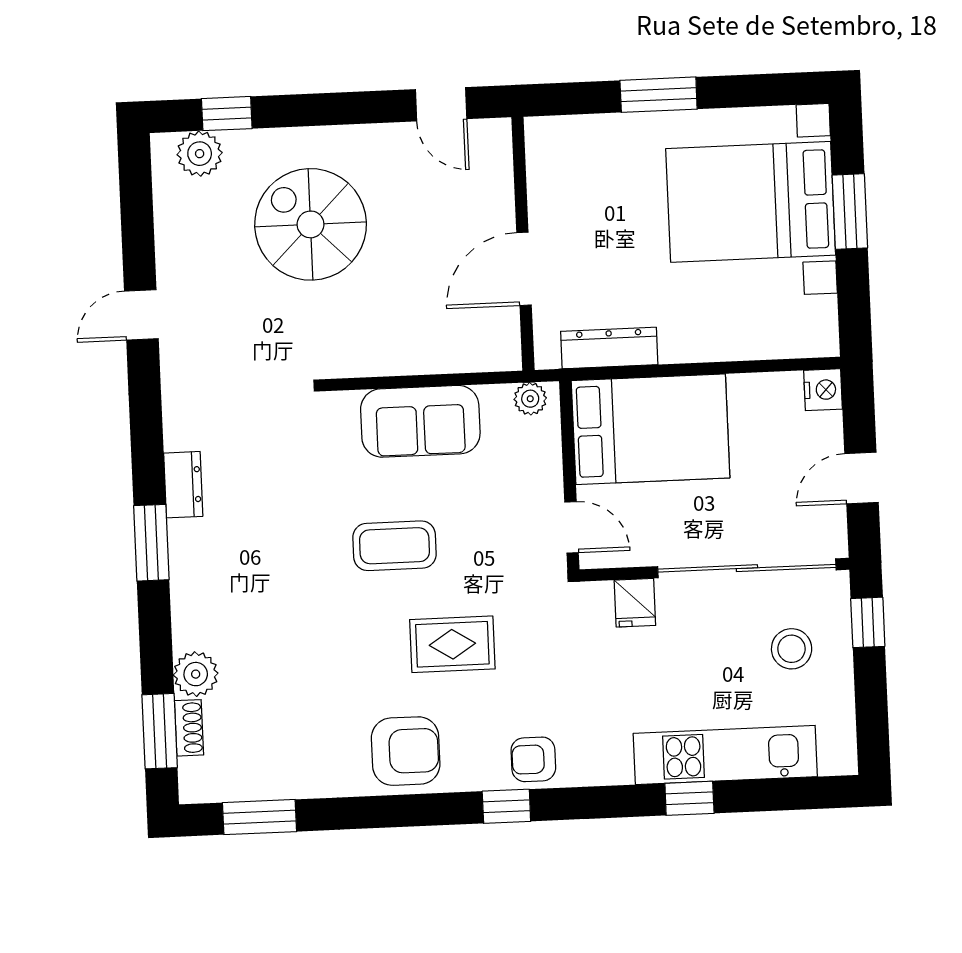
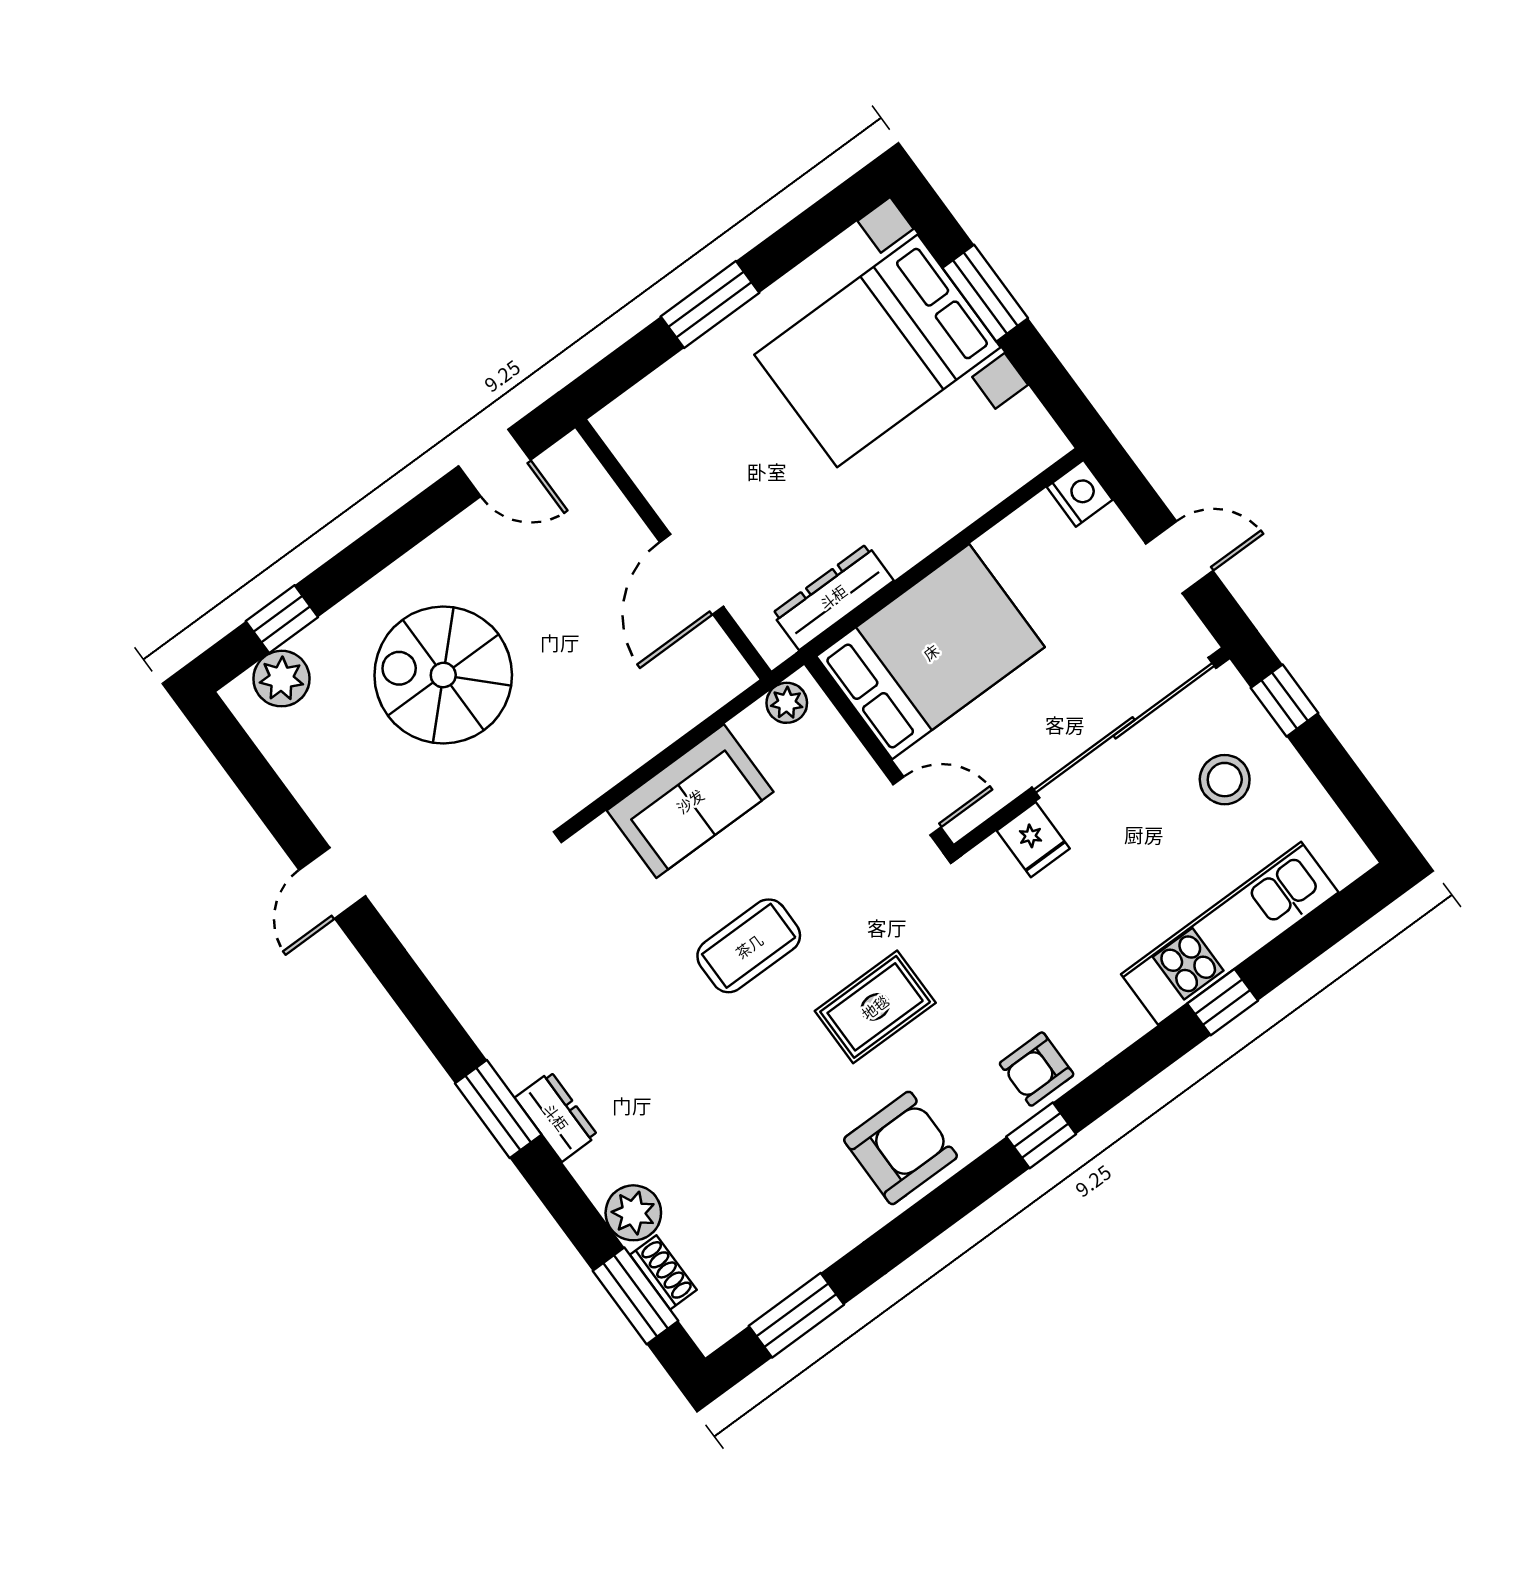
door: (861, 478) -> (1179, 557), swing flipped
dresser: (183, 485) -> (556, 1117), moved

